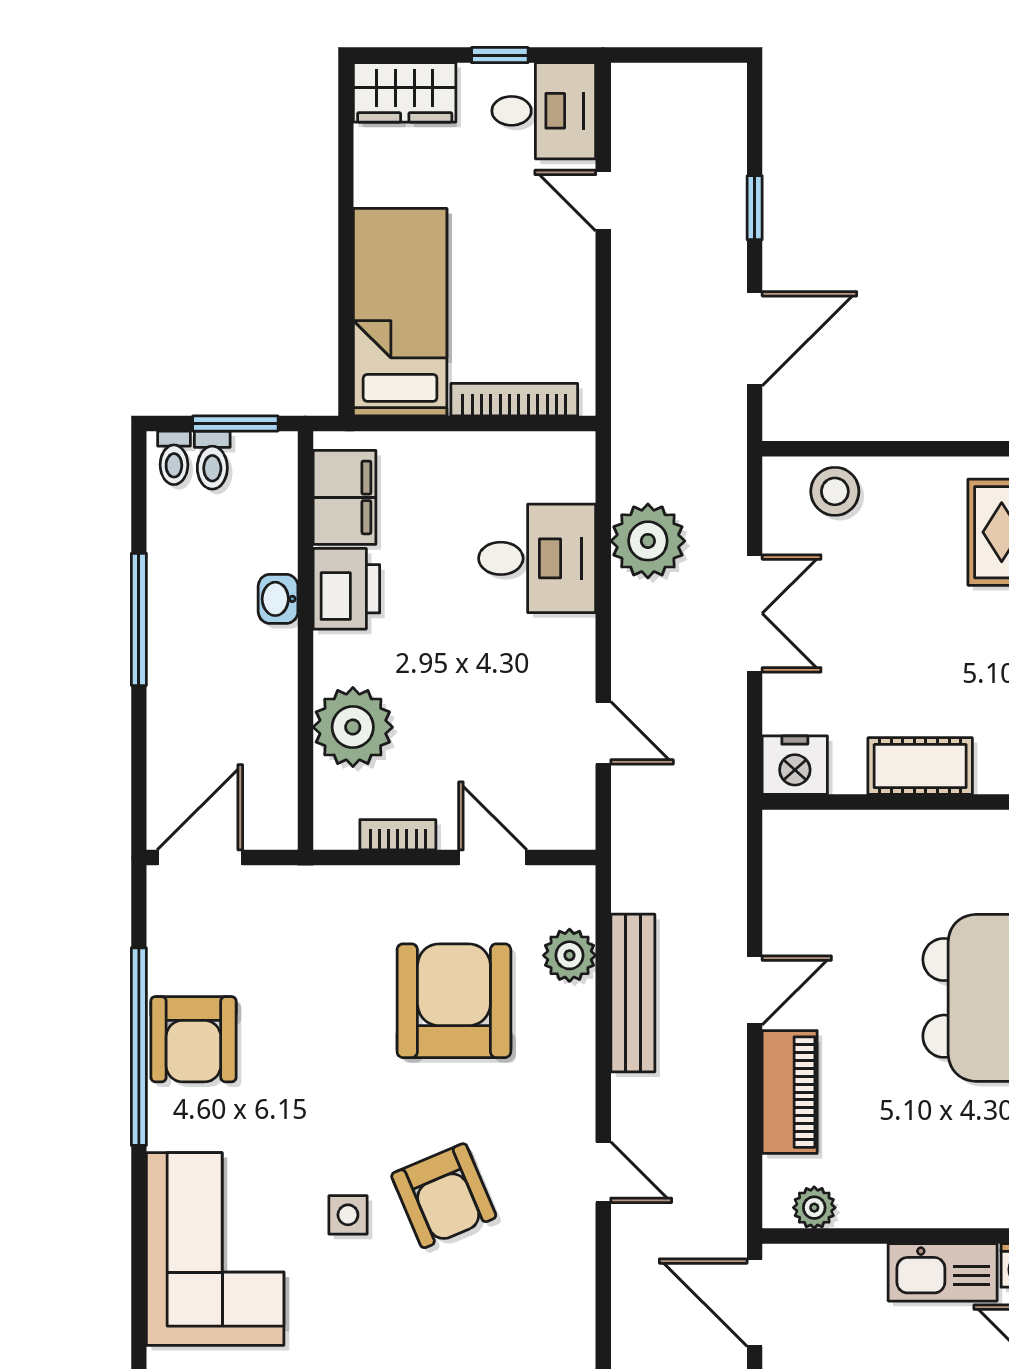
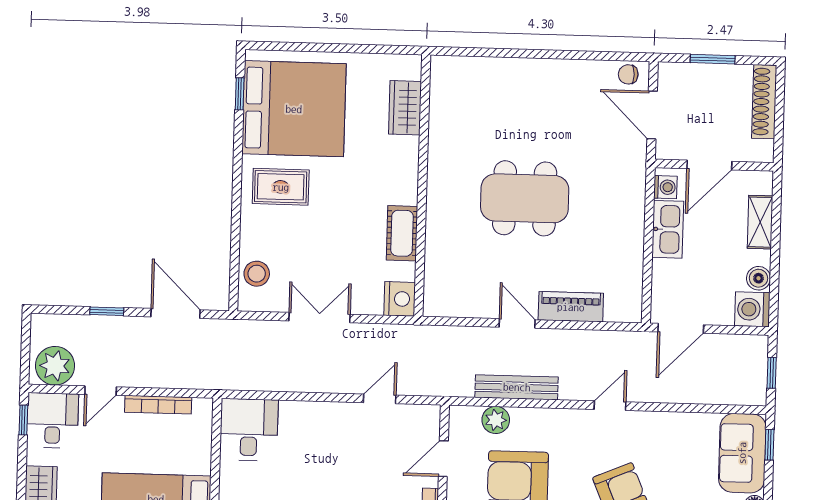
window: (500, 55) -> (23, 420), moved
bookcase: (514, 400) -> (158, 405), moved, turned -90
plant: (648, 541) -> (55, 366), moved
desk: (537, 558) -> (249, 430), moved
plant: (814, 1208) -> (632, 296), removed

